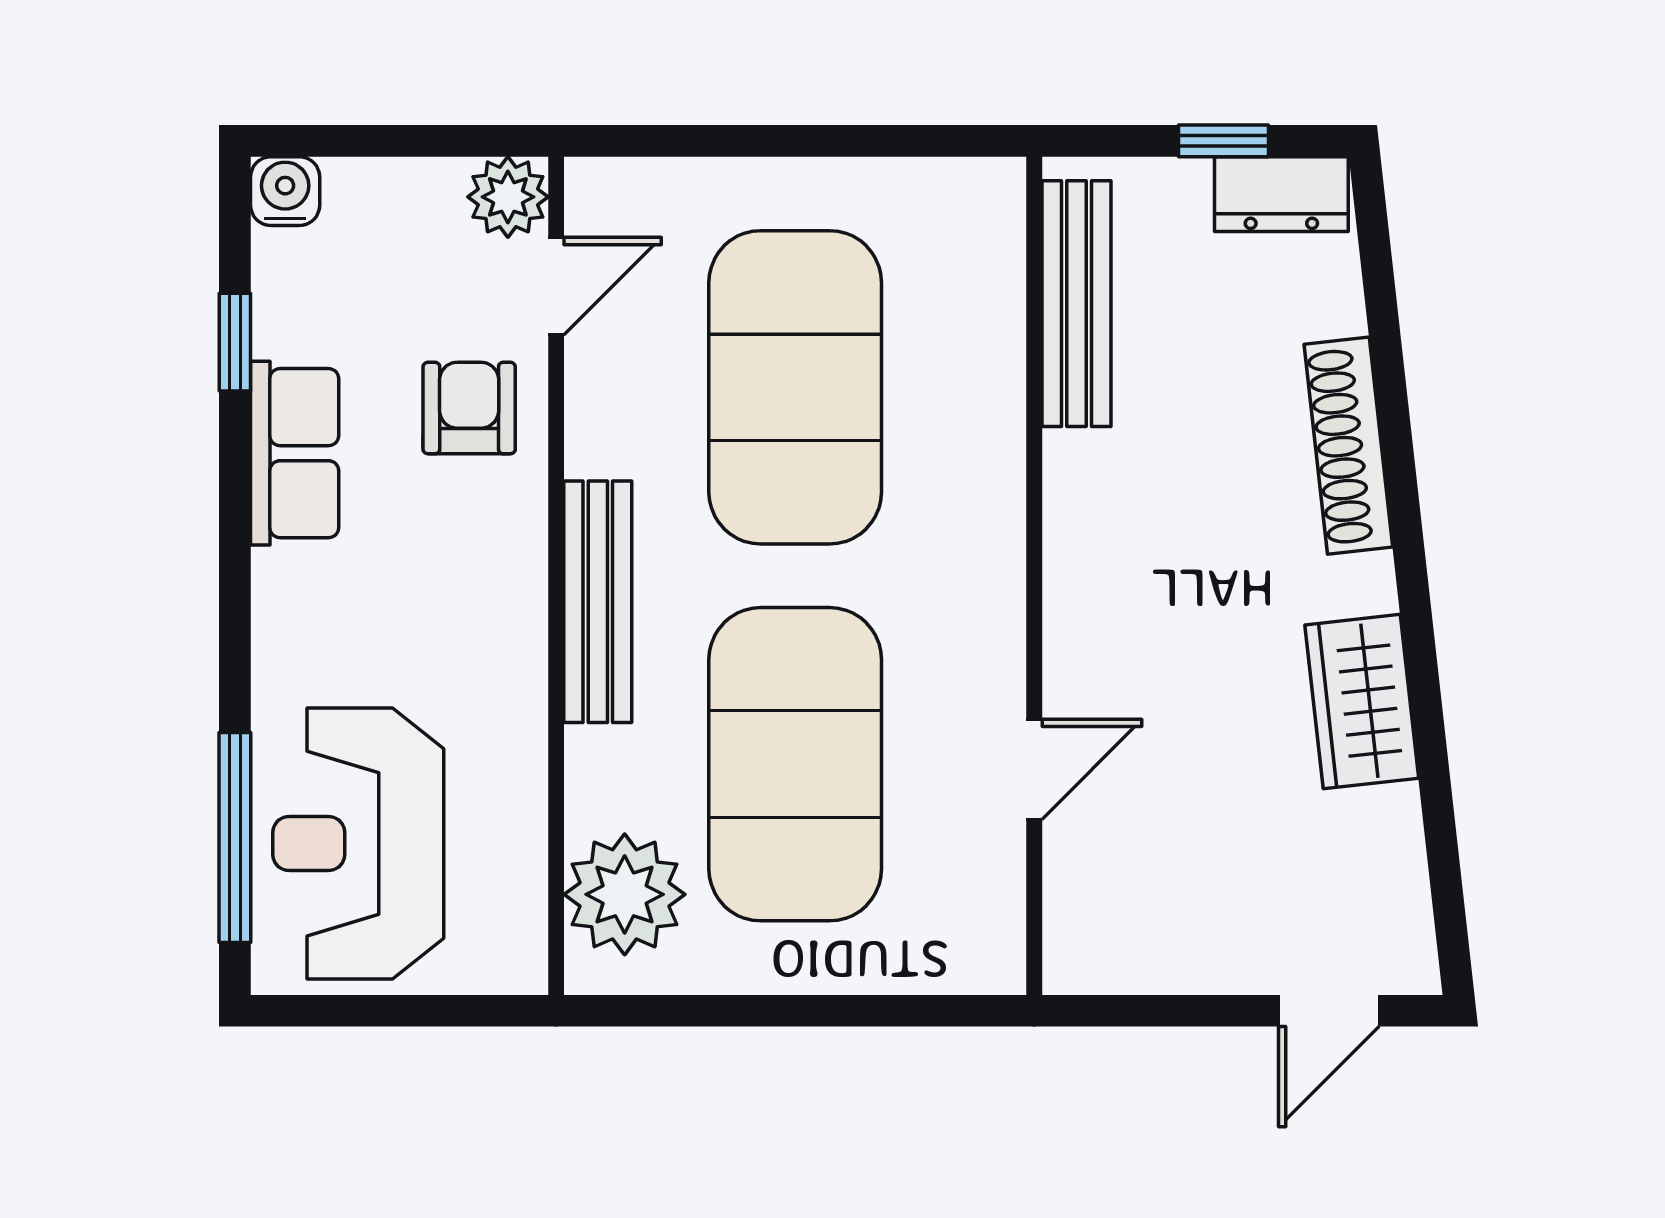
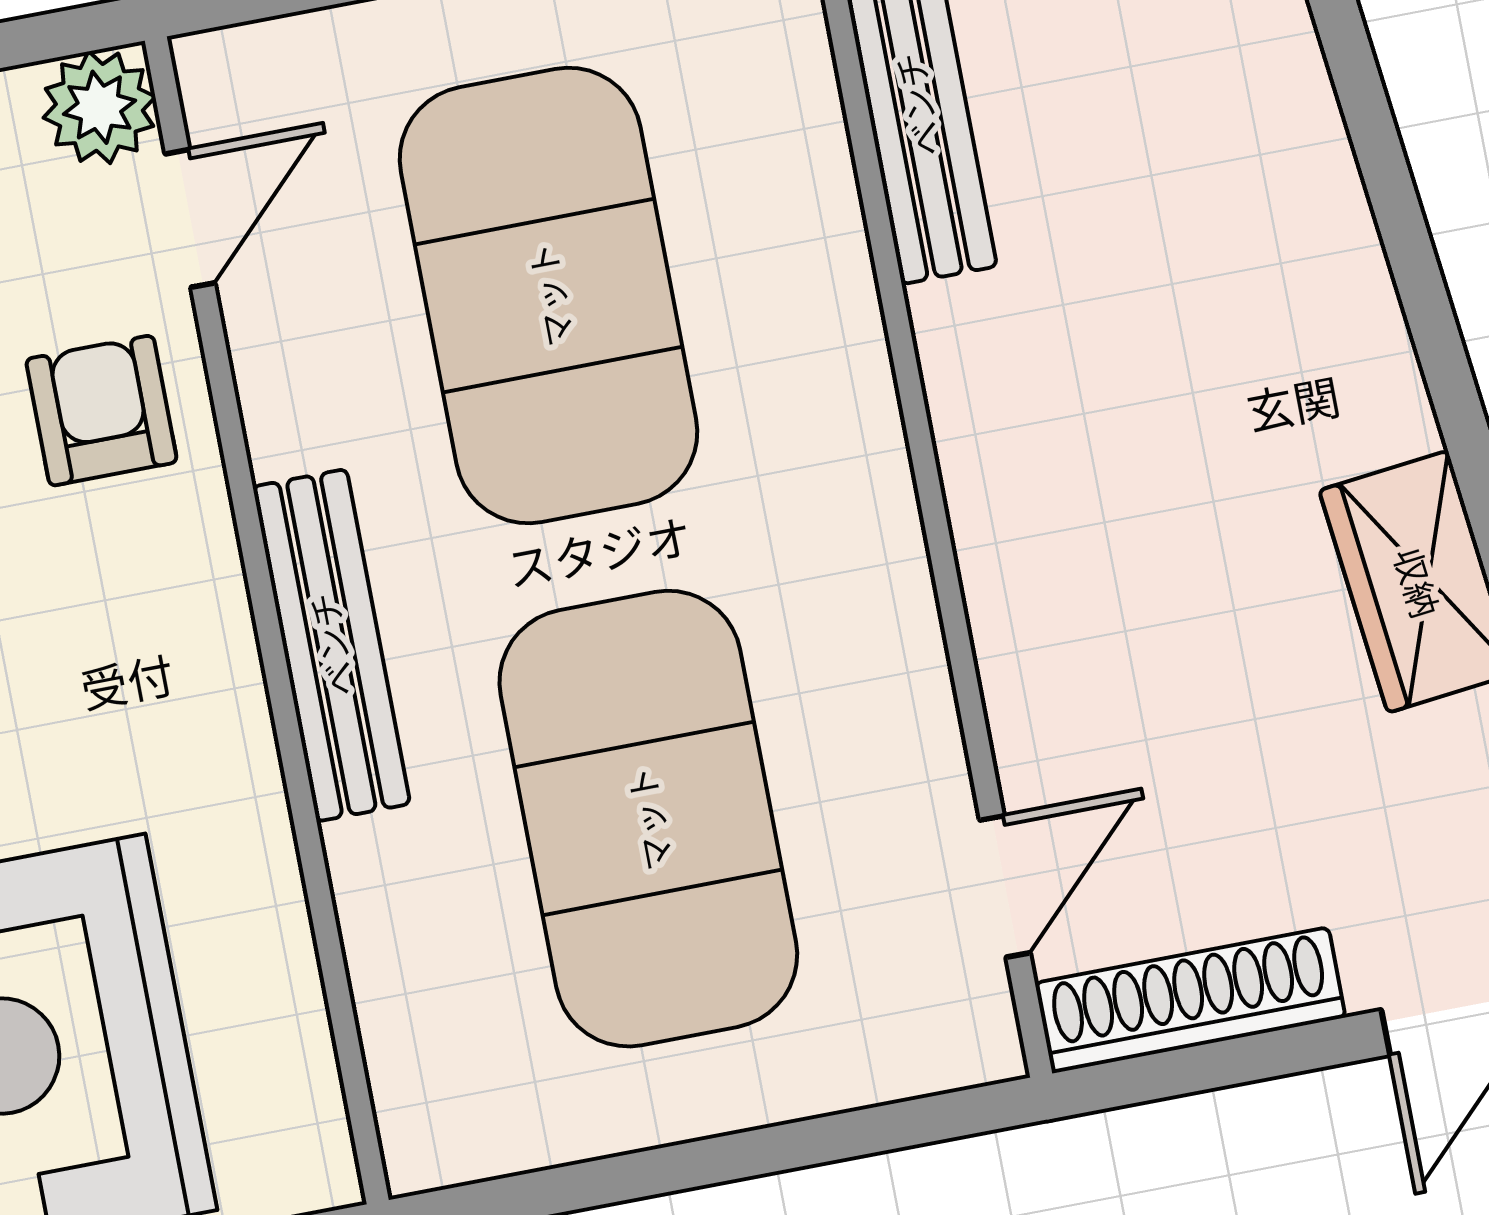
shoe rack: (1348, 446) -> (1190, 1000), moved, turned 96
door: (1034, 769) -> (1005, 886), moved
plant: (625, 894) -> (446, 1044), removed

